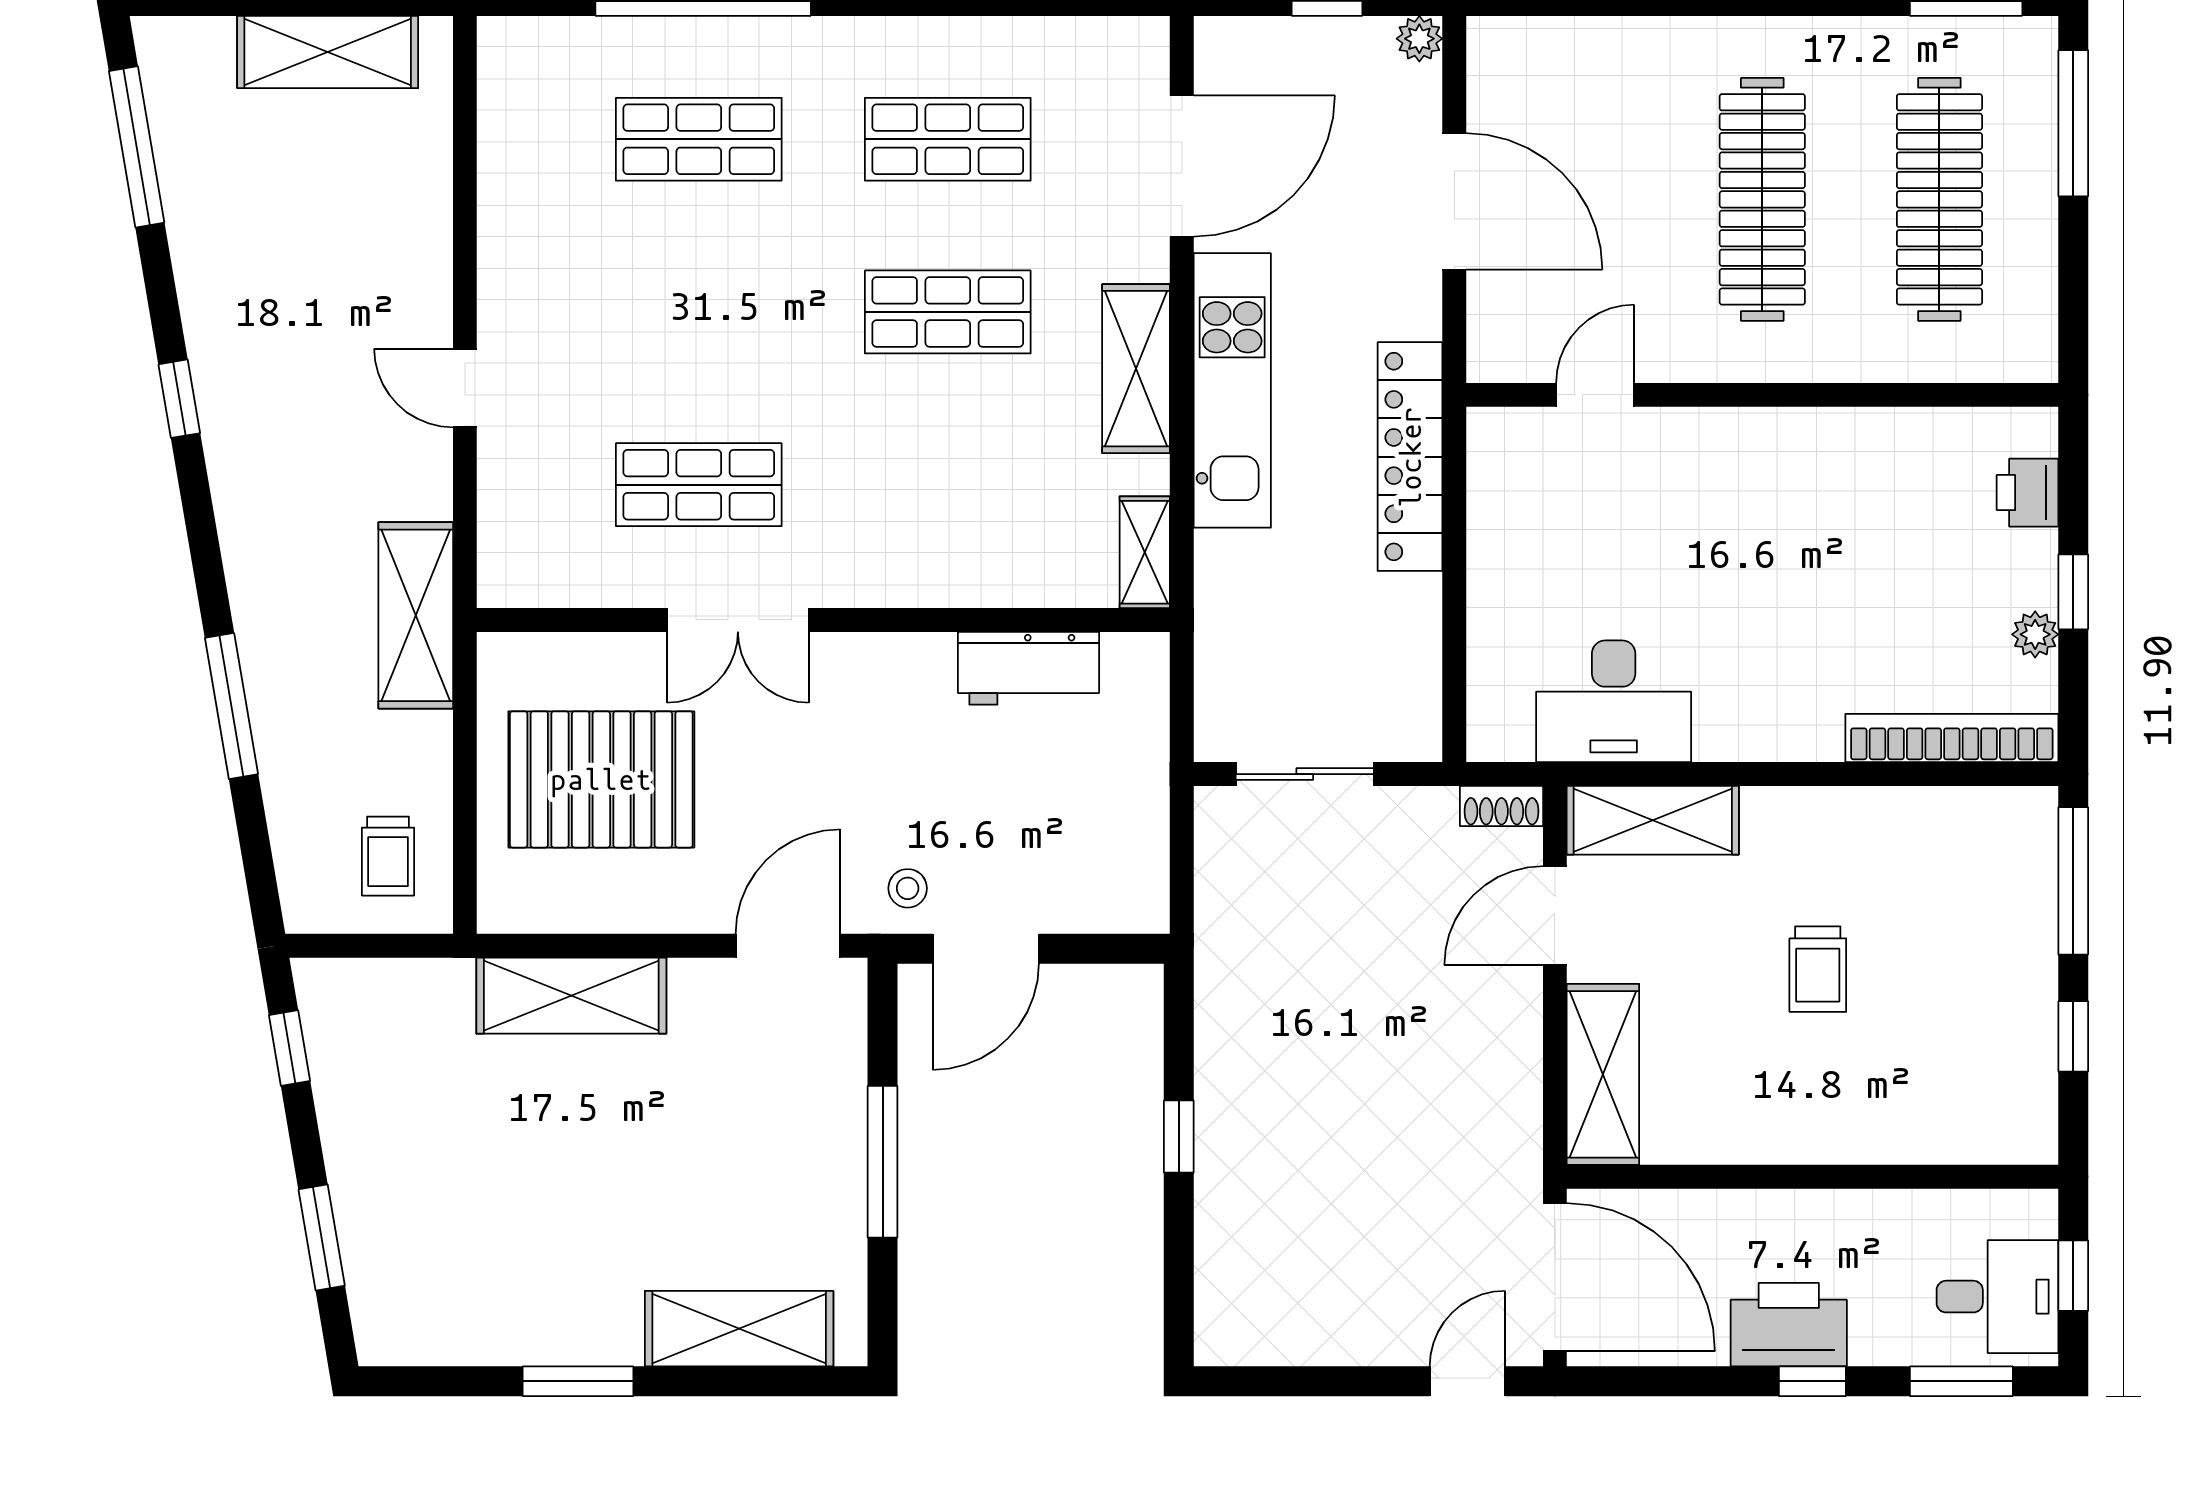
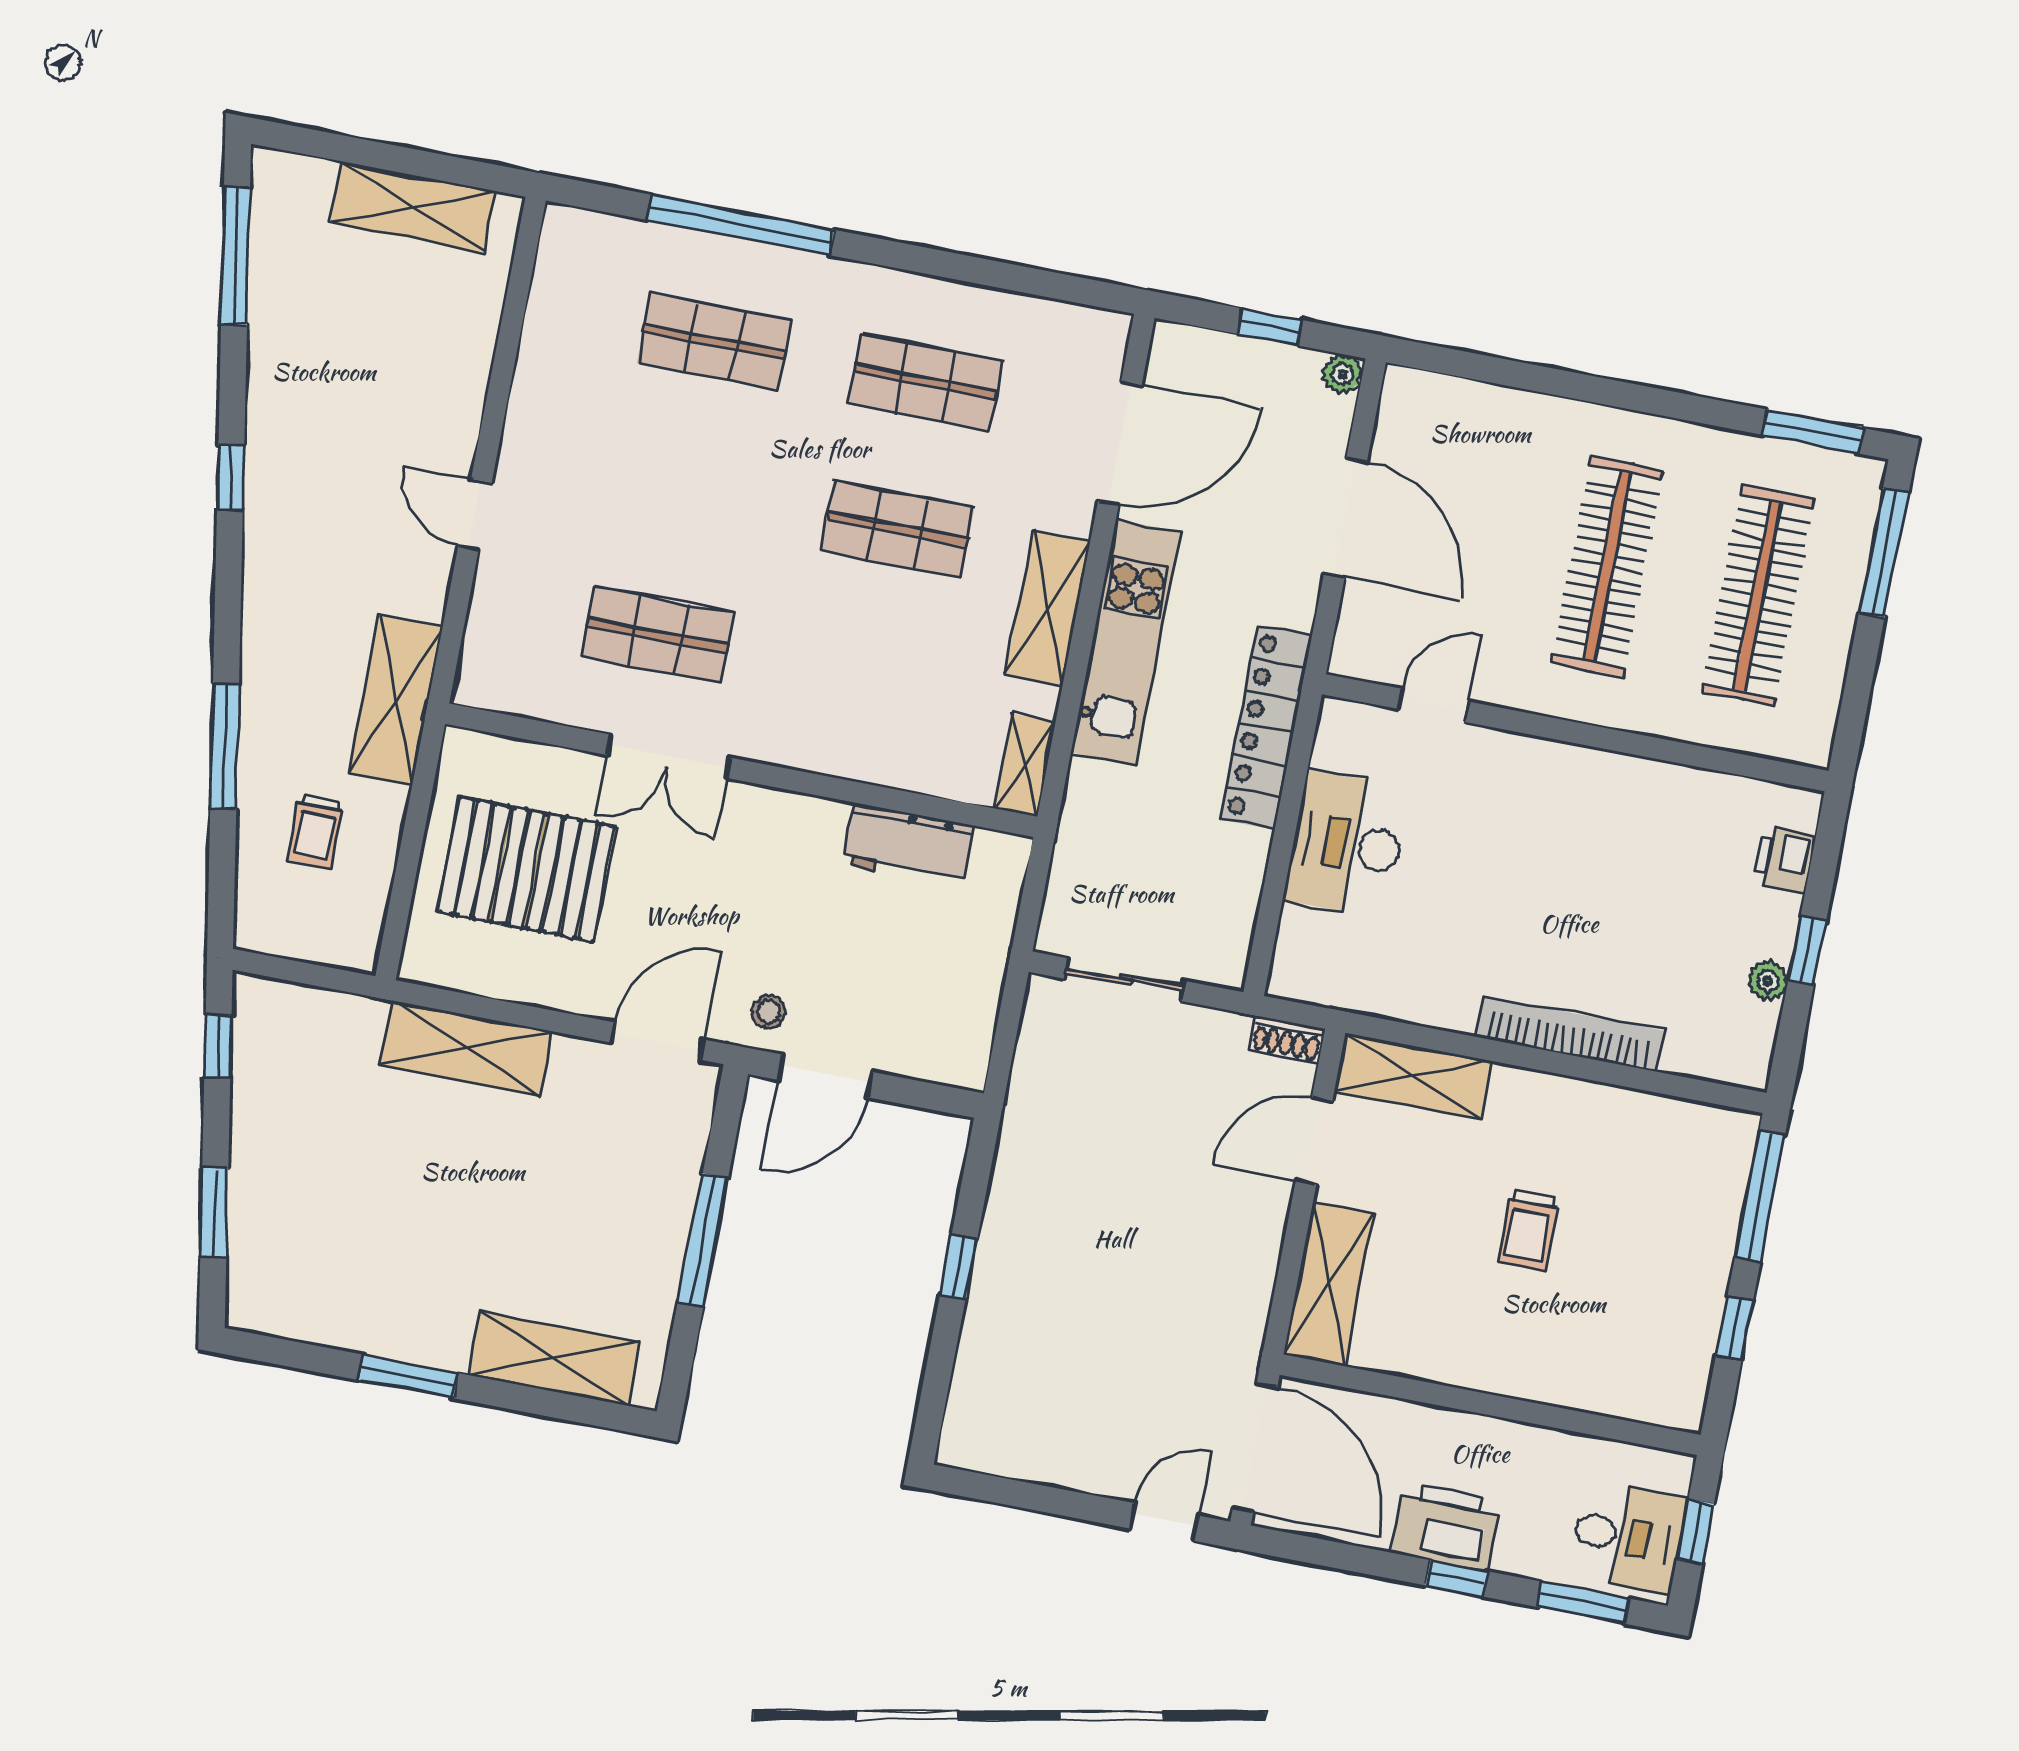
desk: (1614, 701) -> (1347, 844), moved, turned 90
bookcase: (1952, 738) -> (1570, 1034), moved
trolley: (388, 856) -> (315, 831), moved

